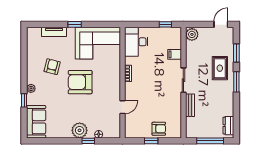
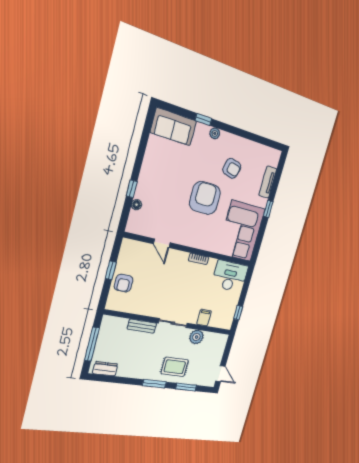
plant: (192, 34) -> (196, 337), moved
plant: (80, 130) -> (148, 181), removed

